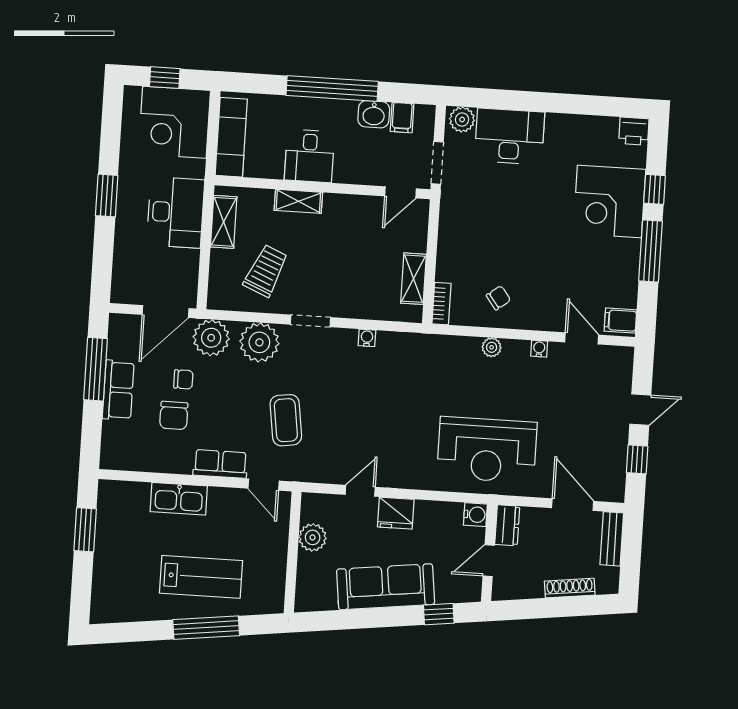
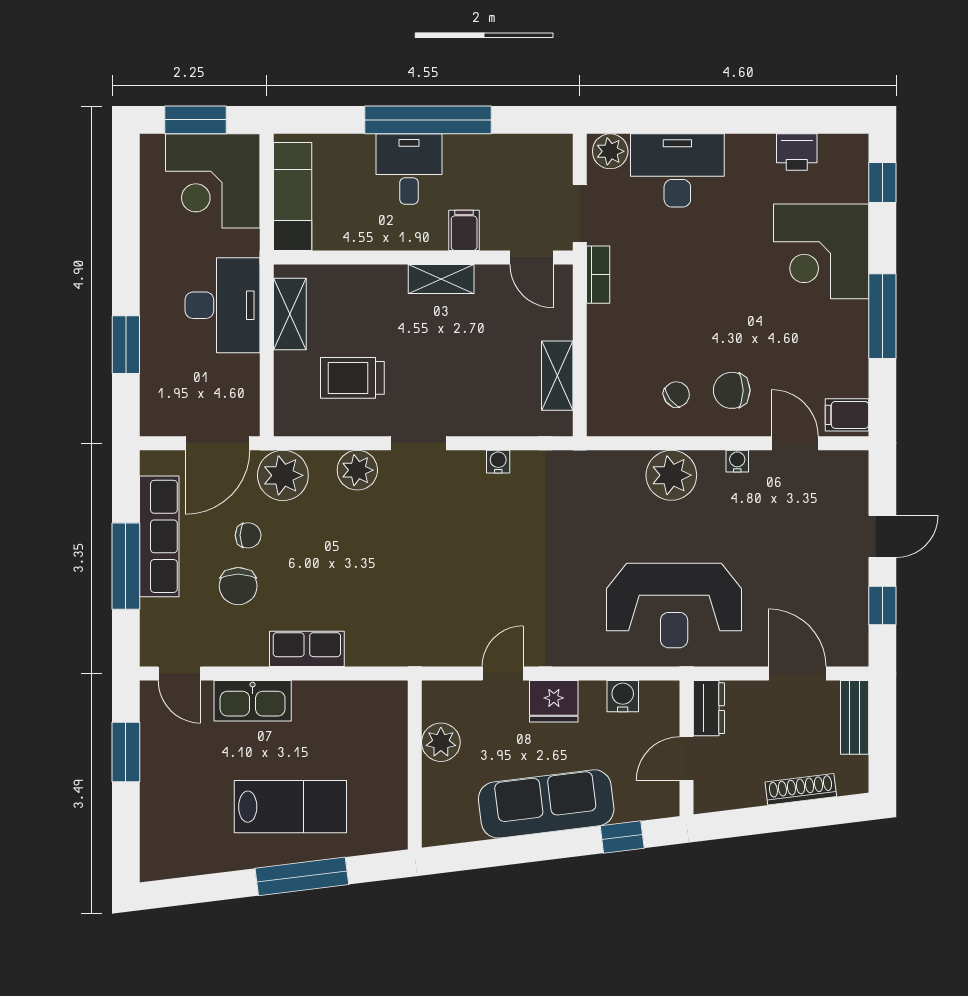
window: (165, 78) -> (196, 120), width x1.50
washbasin: (374, 114) -> (488, 152), removed
filing cabinet: (402, 118) -> (464, 230), moved, turned 180
printer: (634, 131) -> (797, 152), moved
desk: (309, 156) -> (409, 169), moved, turned 180
window: (655, 189) -> (882, 182), moved
door: (400, 192) -> (532, 257), hinge flipped
window: (107, 195) -> (126, 345), moved
shelving: (298, 201) -> (441, 279), moved
trolley: (266, 271) -> (352, 378), turned -113
chair: (538, 297) -> (732, 390), added
bookcase: (441, 304) -> (598, 275), moved
plant: (259, 342) -> (357, 470), width x0.73, depth x0.73
plant: (492, 347) -> (671, 475), width x1.88, depth x1.88
window: (95, 369) -> (126, 566), moved
row of seats: (118, 390) -> (159, 536), width x1.48
coffee table: (286, 420) -> (394, 583), removed
door: (264, 485) -> (179, 674), moved
water cooler: (475, 515) -> (623, 696), moved, turned -90

